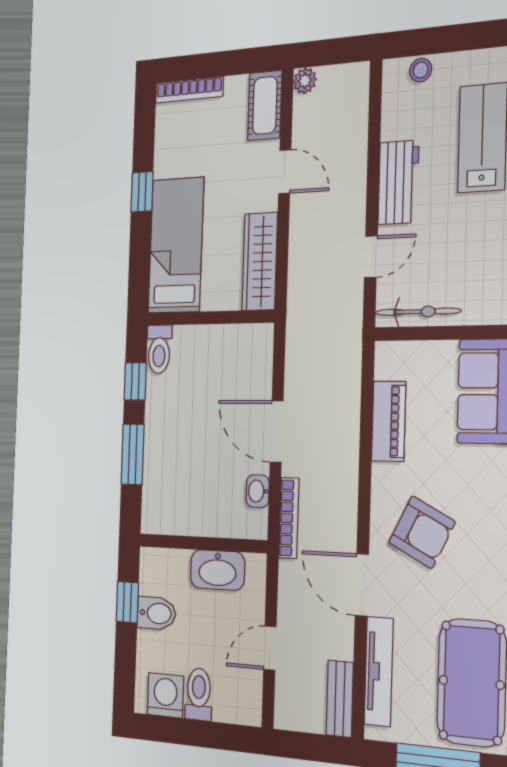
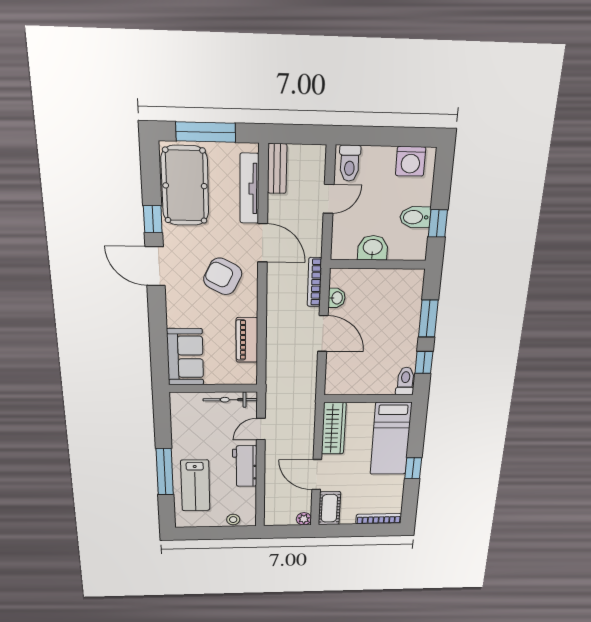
door: (285, 172) -> (317, 475), width x1.38
washbasin: (217, 570) -> (373, 248), width x0.72
toilet: (199, 694) -> (350, 163), moved

